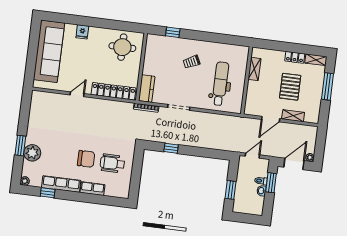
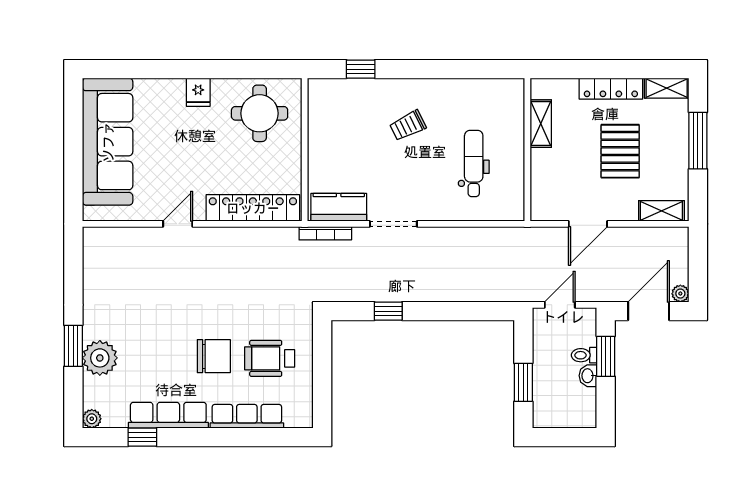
fridge: (82, 32) -> (198, 92), moved
locker: (295, 57) -> (611, 89), width x1.53
dental chair: (220, 84) -> (474, 163), width x0.73, depth x0.72
kitchen counter: (147, 89) -> (339, 207), moved, turned -90
shelving: (293, 116) -> (661, 211), moved
row of seats: (92, 189) -> (247, 416), width x1.48

